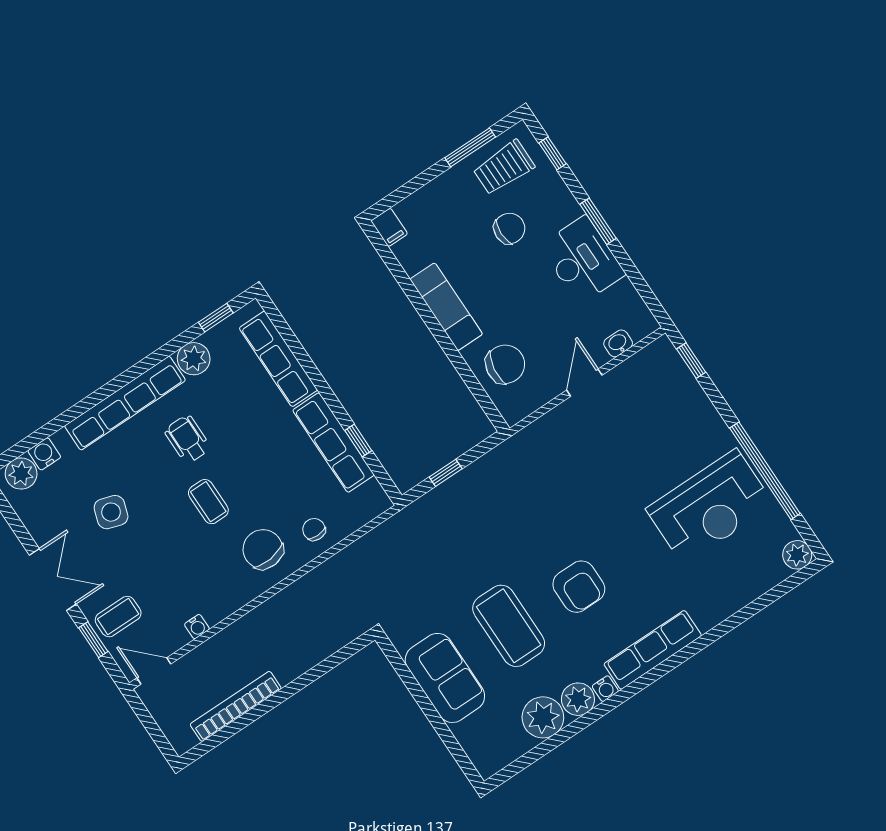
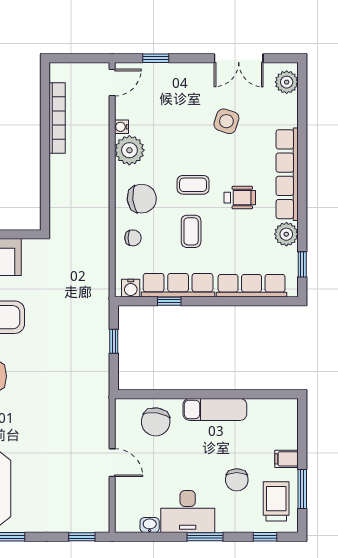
filing cabinet: (389, 227) -> (286, 459), moved
washbasin: (618, 343) -> (150, 525), moved, turned -90
water cooler: (44, 454) -> (131, 288), moved, turned 90
double door: (53, 579) -> (239, 58), moved
plant: (217, 600) -> (129, 150), added
coffee table: (118, 617) -> (191, 231), moved

